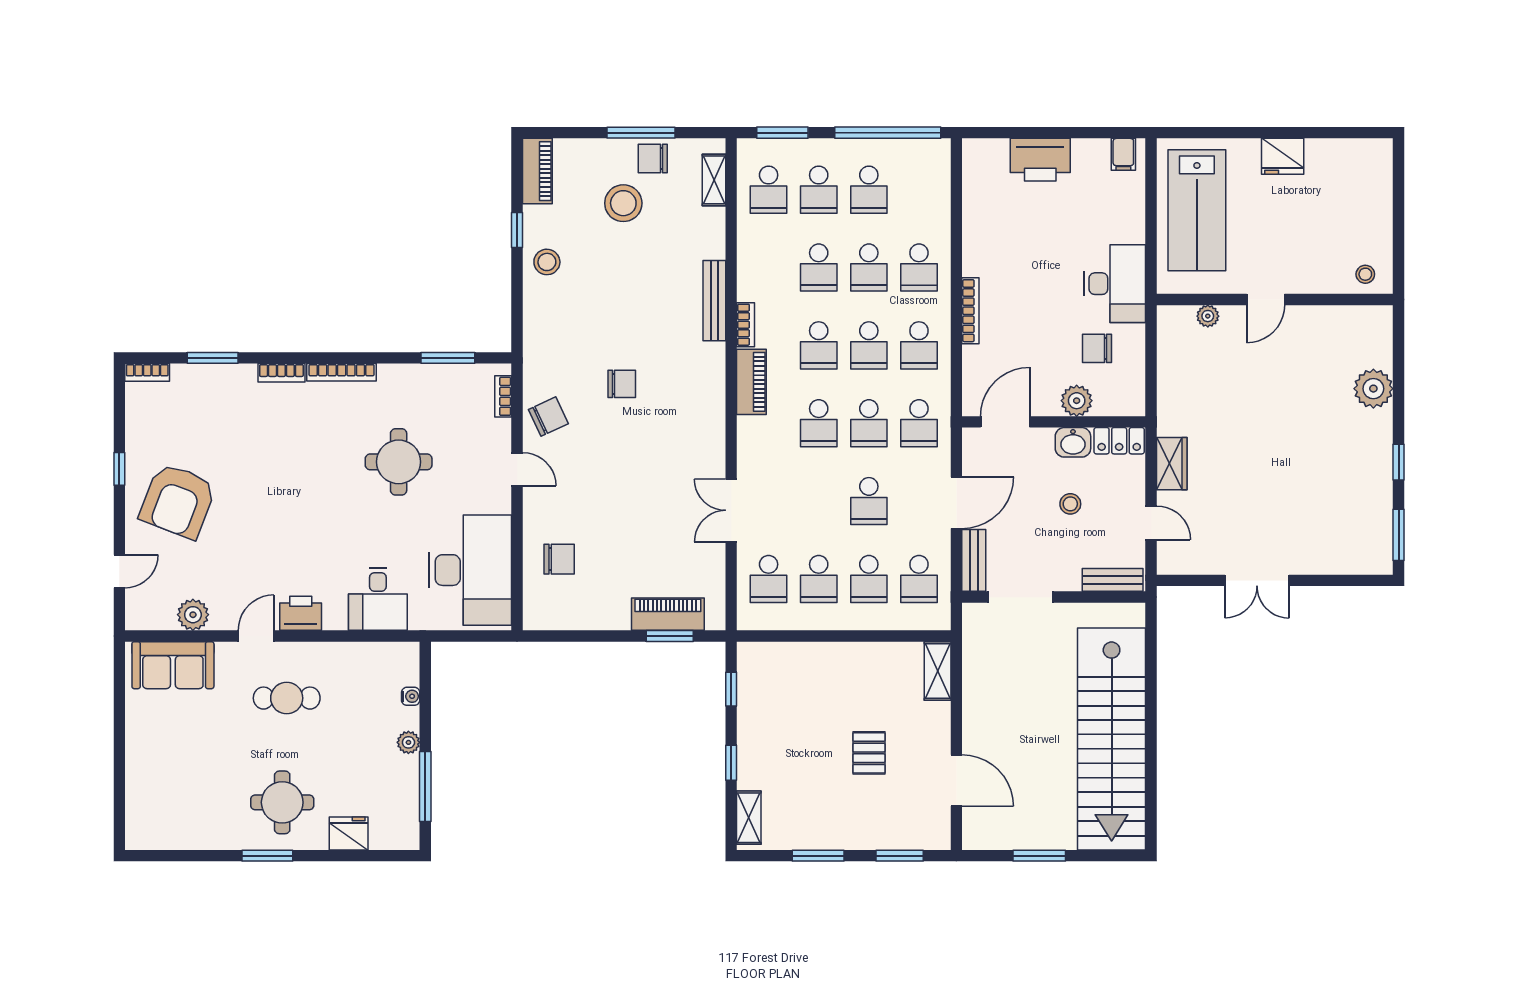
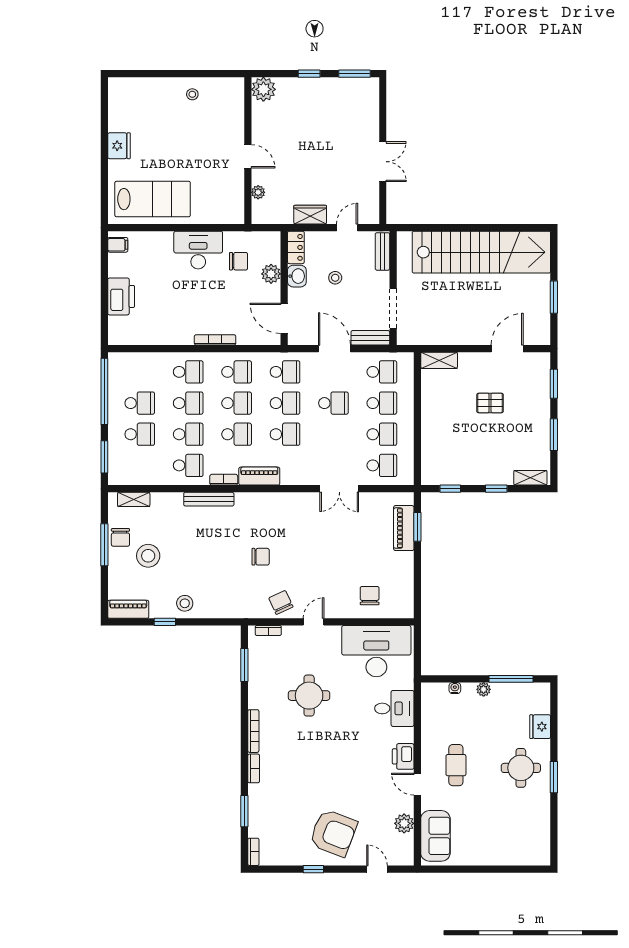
school desk: (769, 190) -> (188, 465), moved
door: (1266, 299) -> (248, 156), moved
wall: (1275, 299) -> (248, 151), moved
plant: (1208, 316) -> (258, 192), moved
chair: (1097, 348) -> (238, 261), turned -90
chair: (622, 384) -> (261, 557), turned 90

